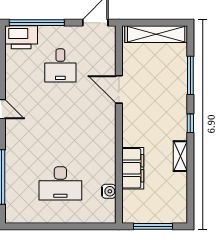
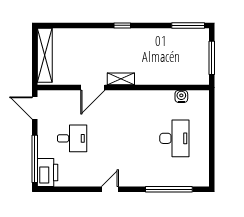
window: (190, 75) -> (188, 25), moved
shelving: (180, 156) -> (121, 79), moved
filing cabinet: (133, 168) -> (161, 75), removed

